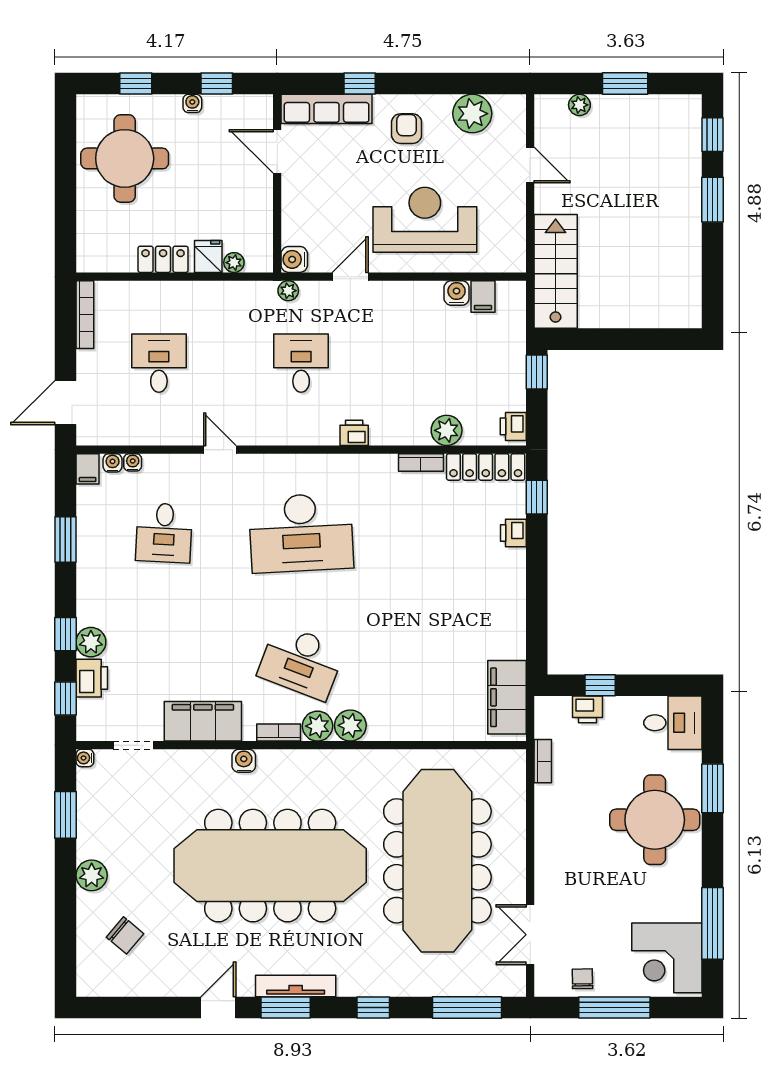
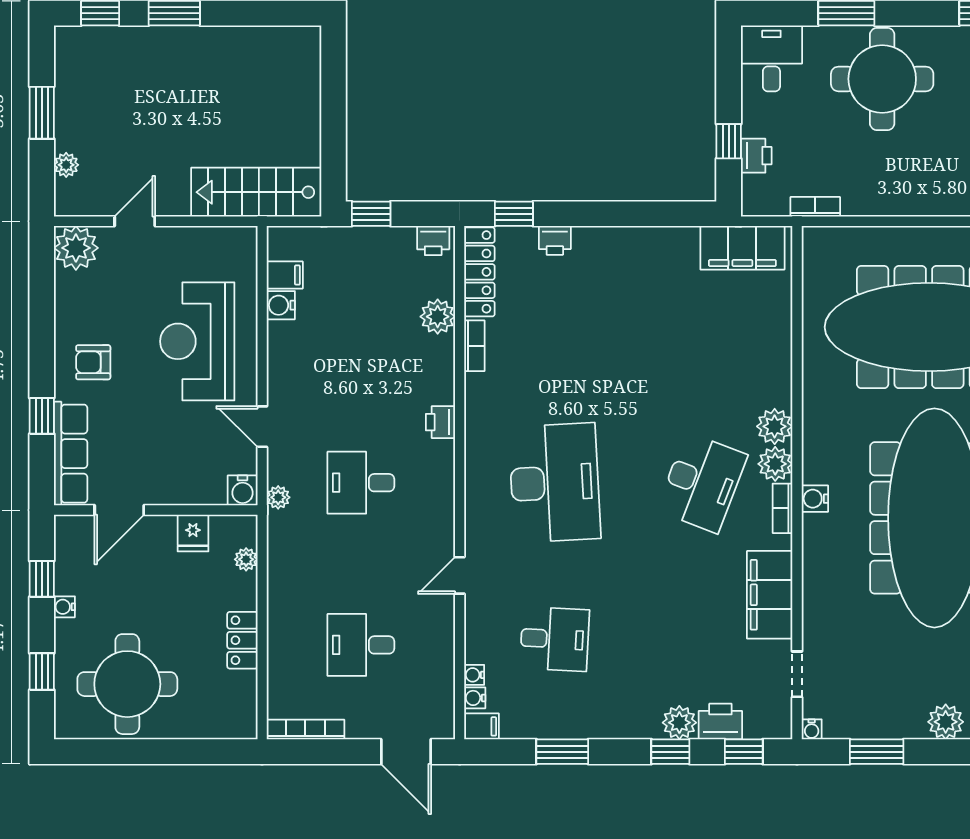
plant: (472, 114) -> (76, 248), moved
fridge: (208, 256) -> (193, 533), moved, turned -90
water cooler: (244, 761) -> (815, 499), moved

